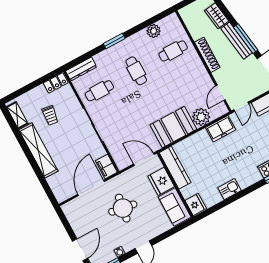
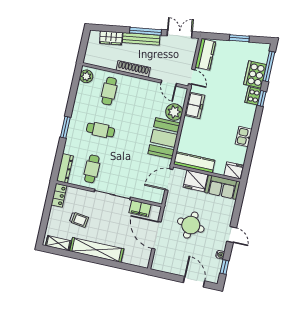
plant: (154, 31) -> (86, 76), moved
filing cabinet: (106, 166) -> (140, 209), moved

